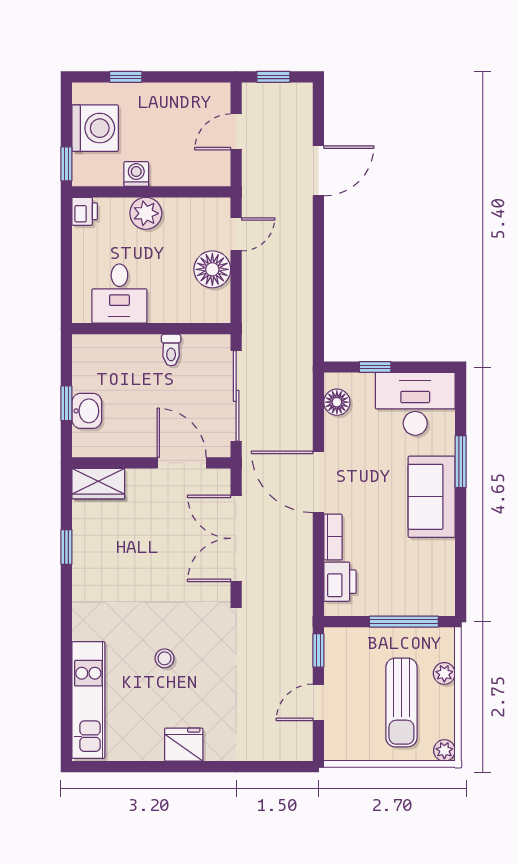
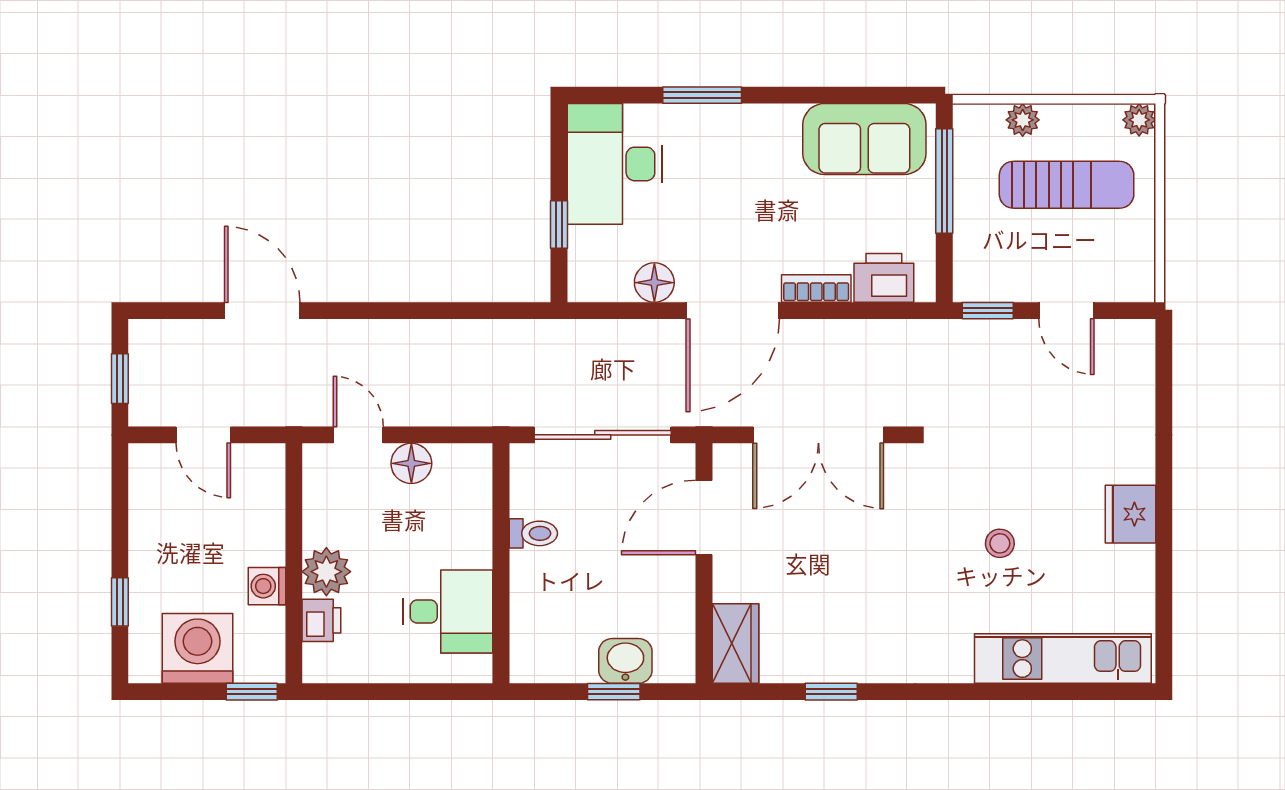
printer: (85, 211) -> (321, 620), moved, turned 90
floor lamp: (212, 269) -> (411, 463), width x0.73, depth x0.73
floor lamp: (337, 402) -> (654, 283), moved
sofa: (432, 497) -> (864, 139), moved

